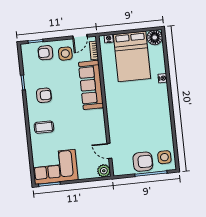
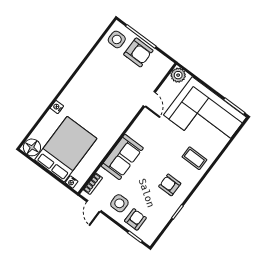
door: (80, 37) -> (94, 206), swing flipped
armchair: (45, 53) -> (135, 219), turned -90
sofa: (91, 85) -> (122, 157), width x0.73
door: (109, 151) -> (149, 99), moved
armchair: (143, 162) -> (138, 52), turned 180
corner sofa: (55, 167) -> (205, 116), width x1.36, depth x1.36

